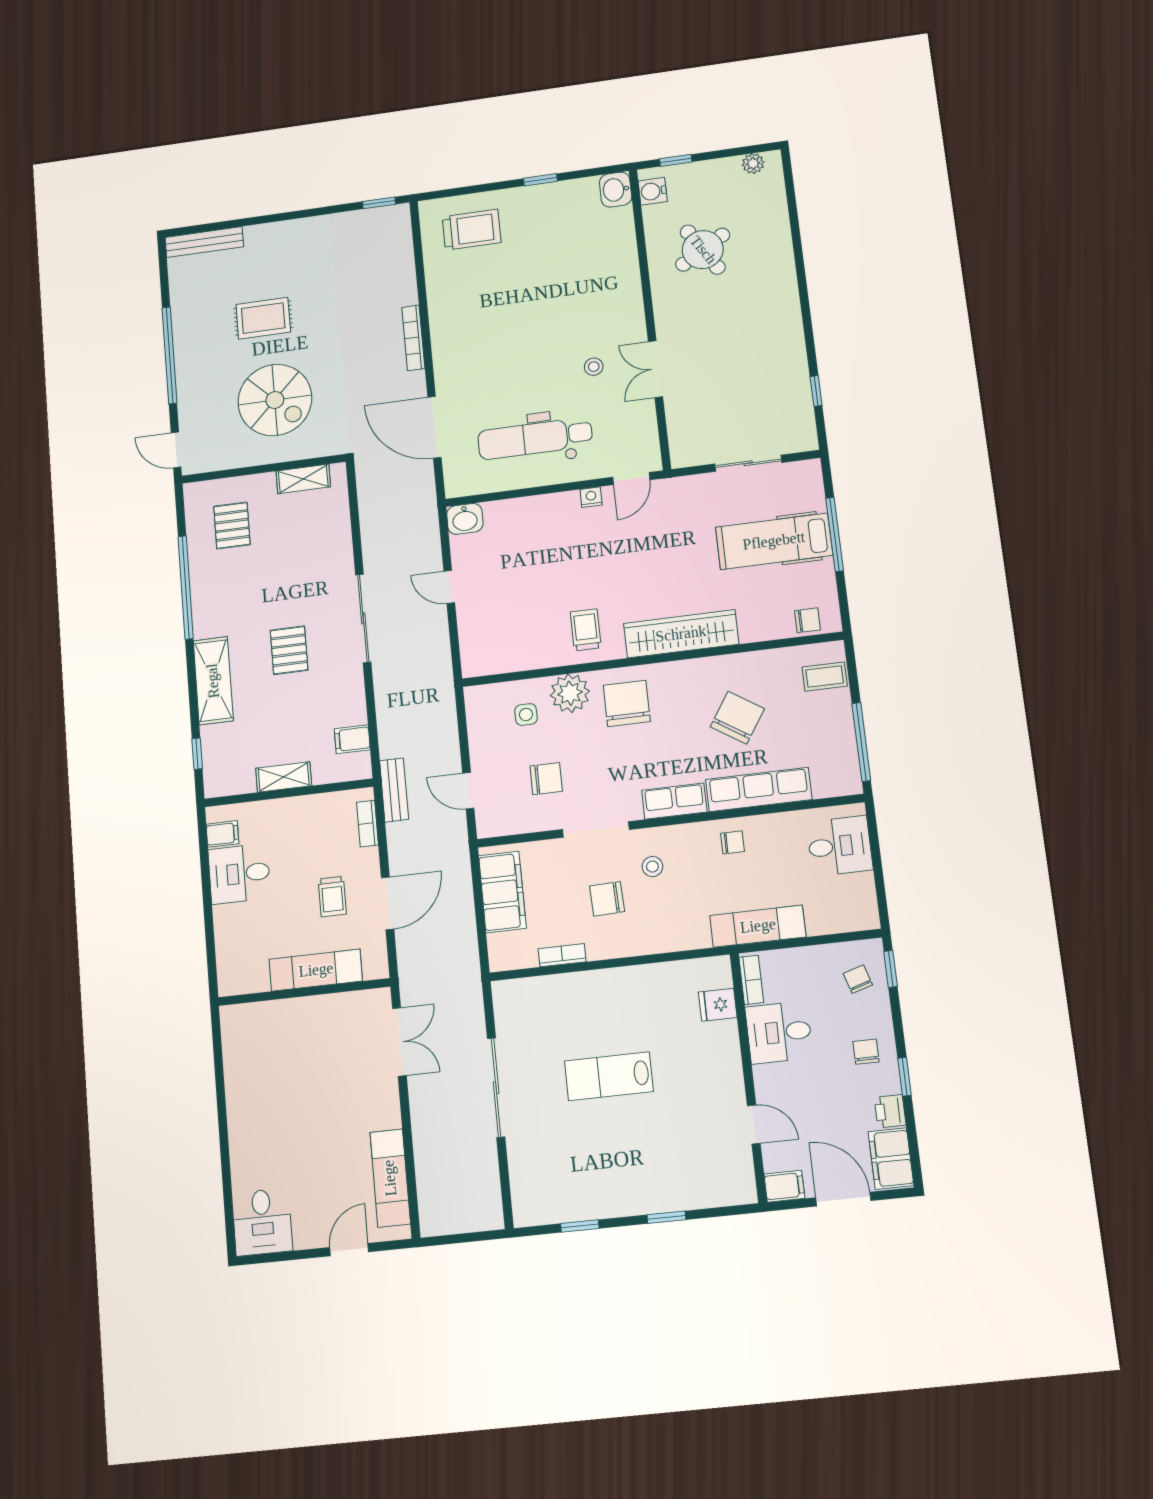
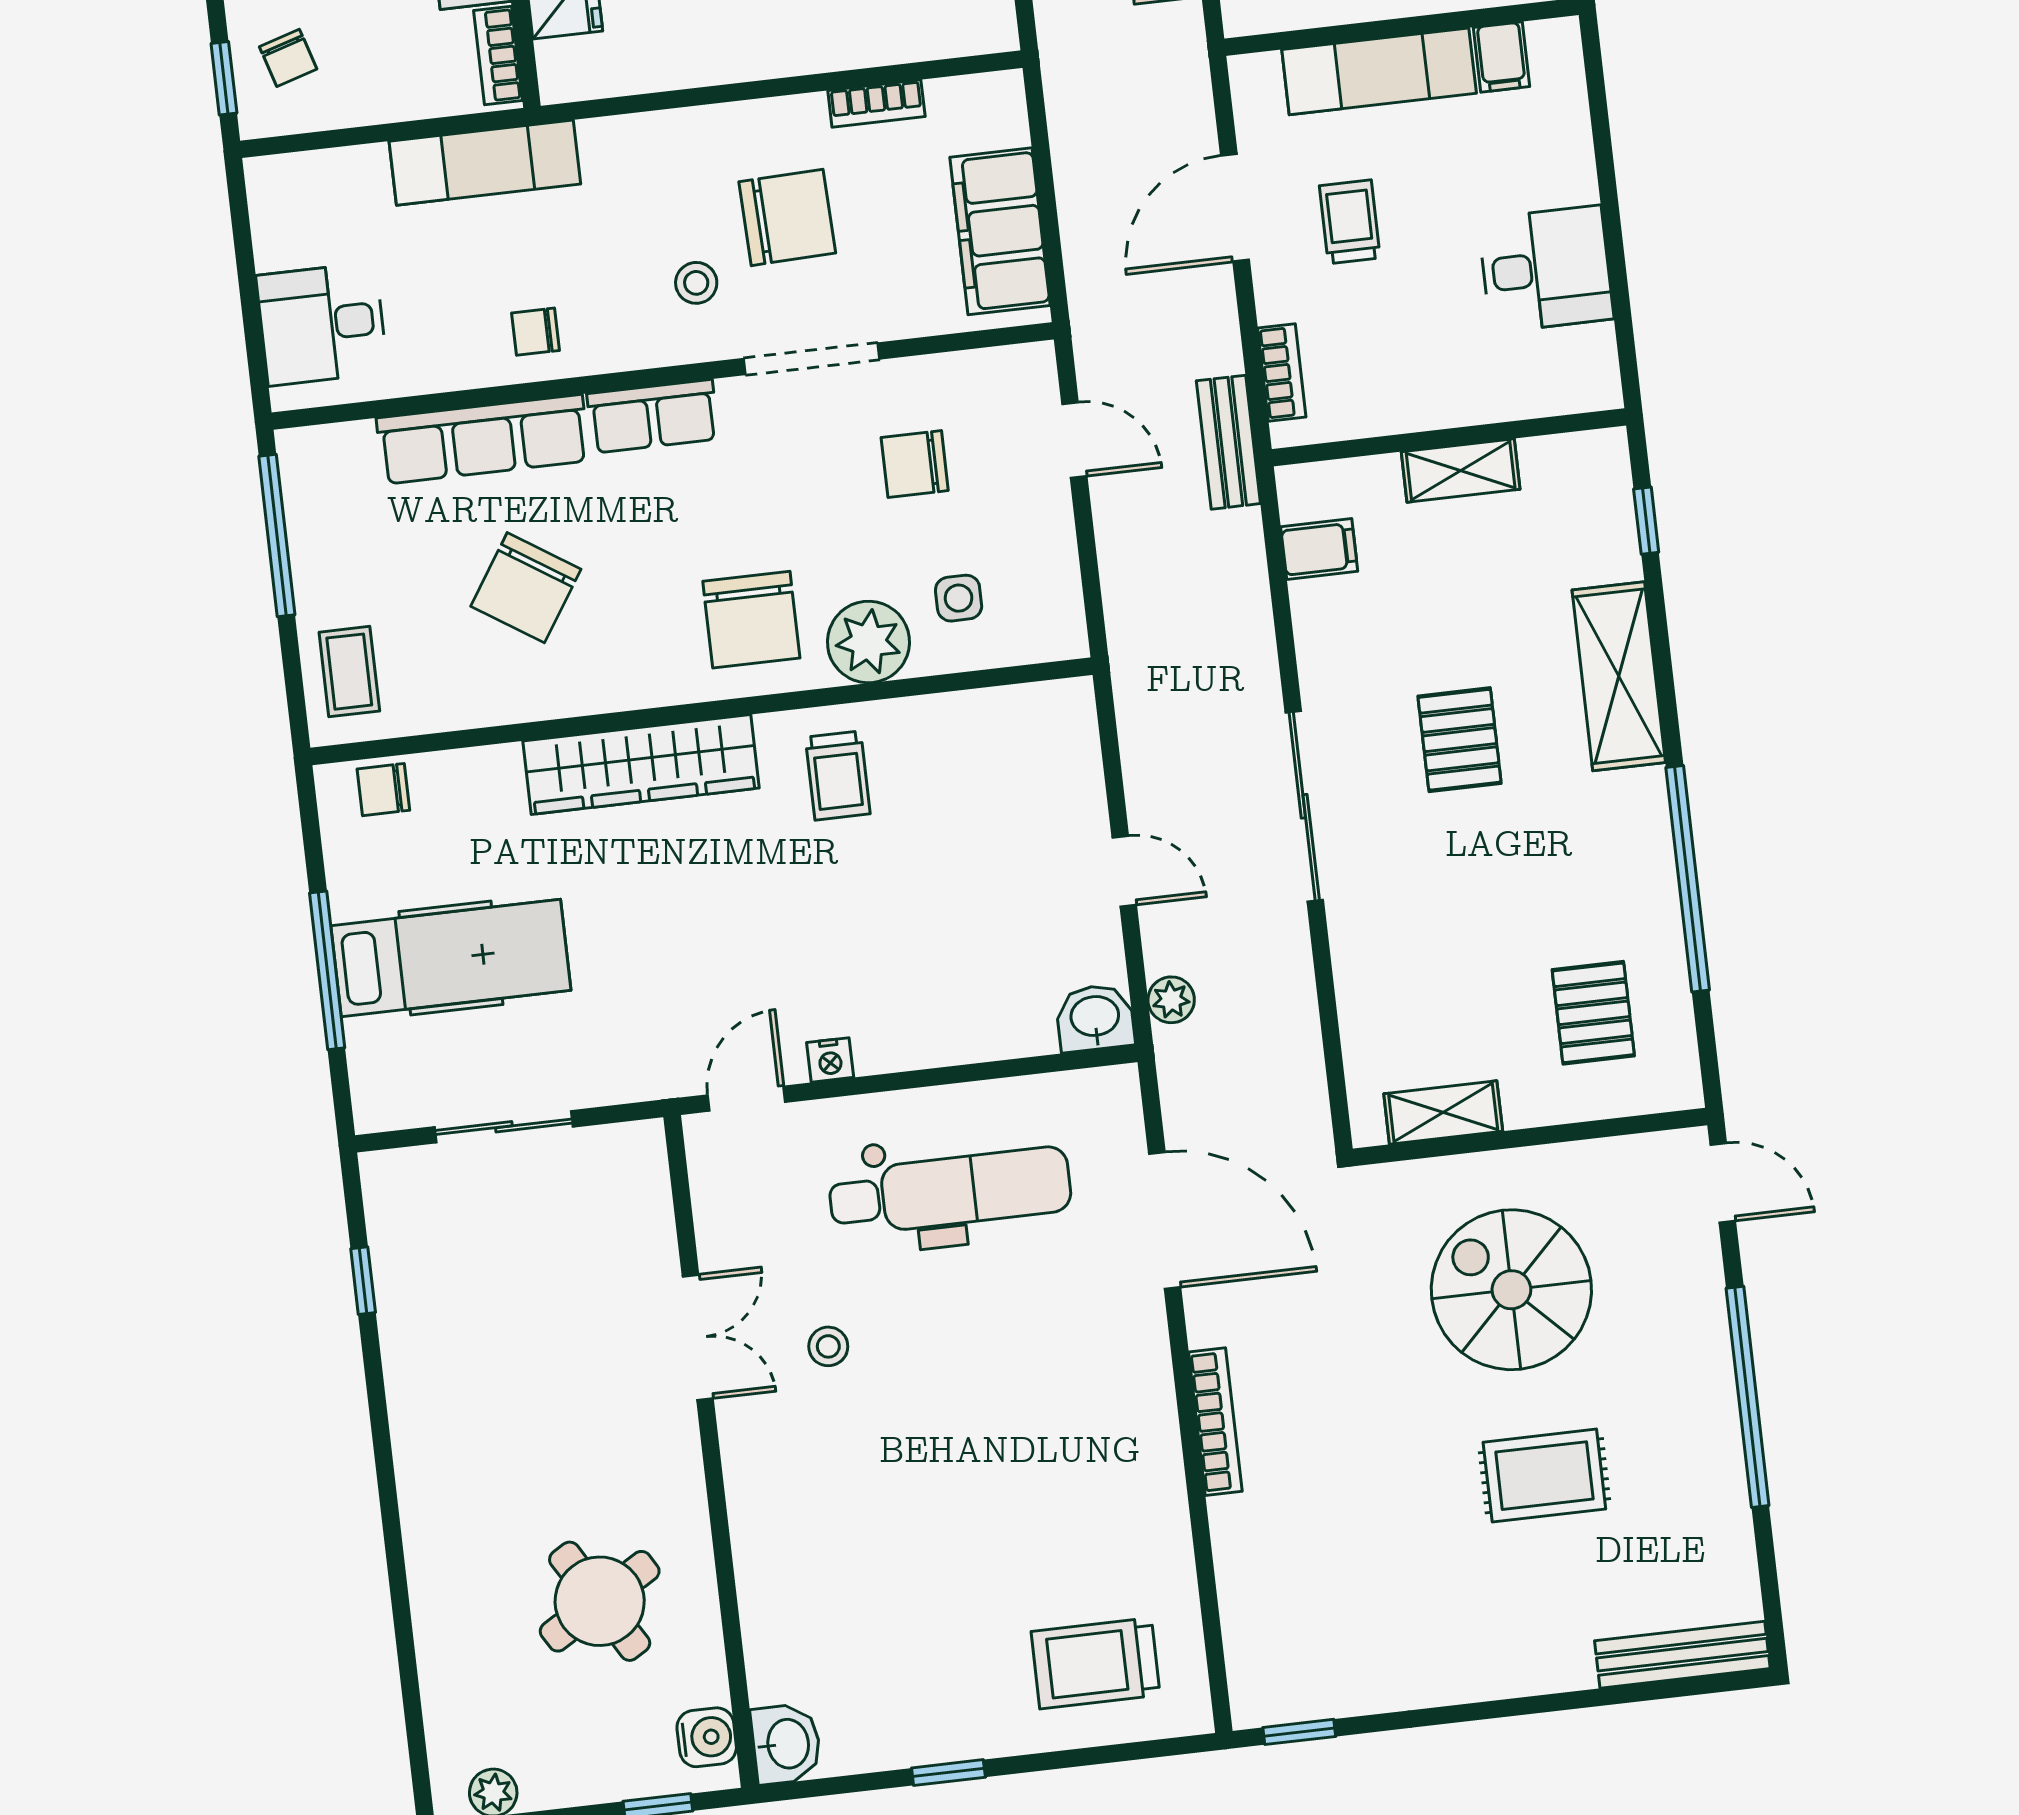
plant: (429, 528) -> (1171, 1000), added
coffee table: (825, 677) -> (349, 672), turned 90
filing cabinet: (222, 834) -> (1501, 57), moved, turned -90
chair: (607, 899) -> (787, 217), width x1.37, depth x1.37

